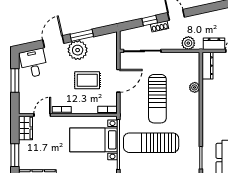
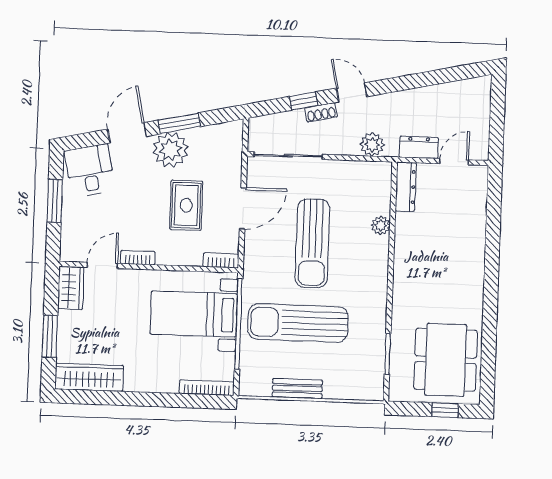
rug: (87, 80) -> (186, 205), turned 90

